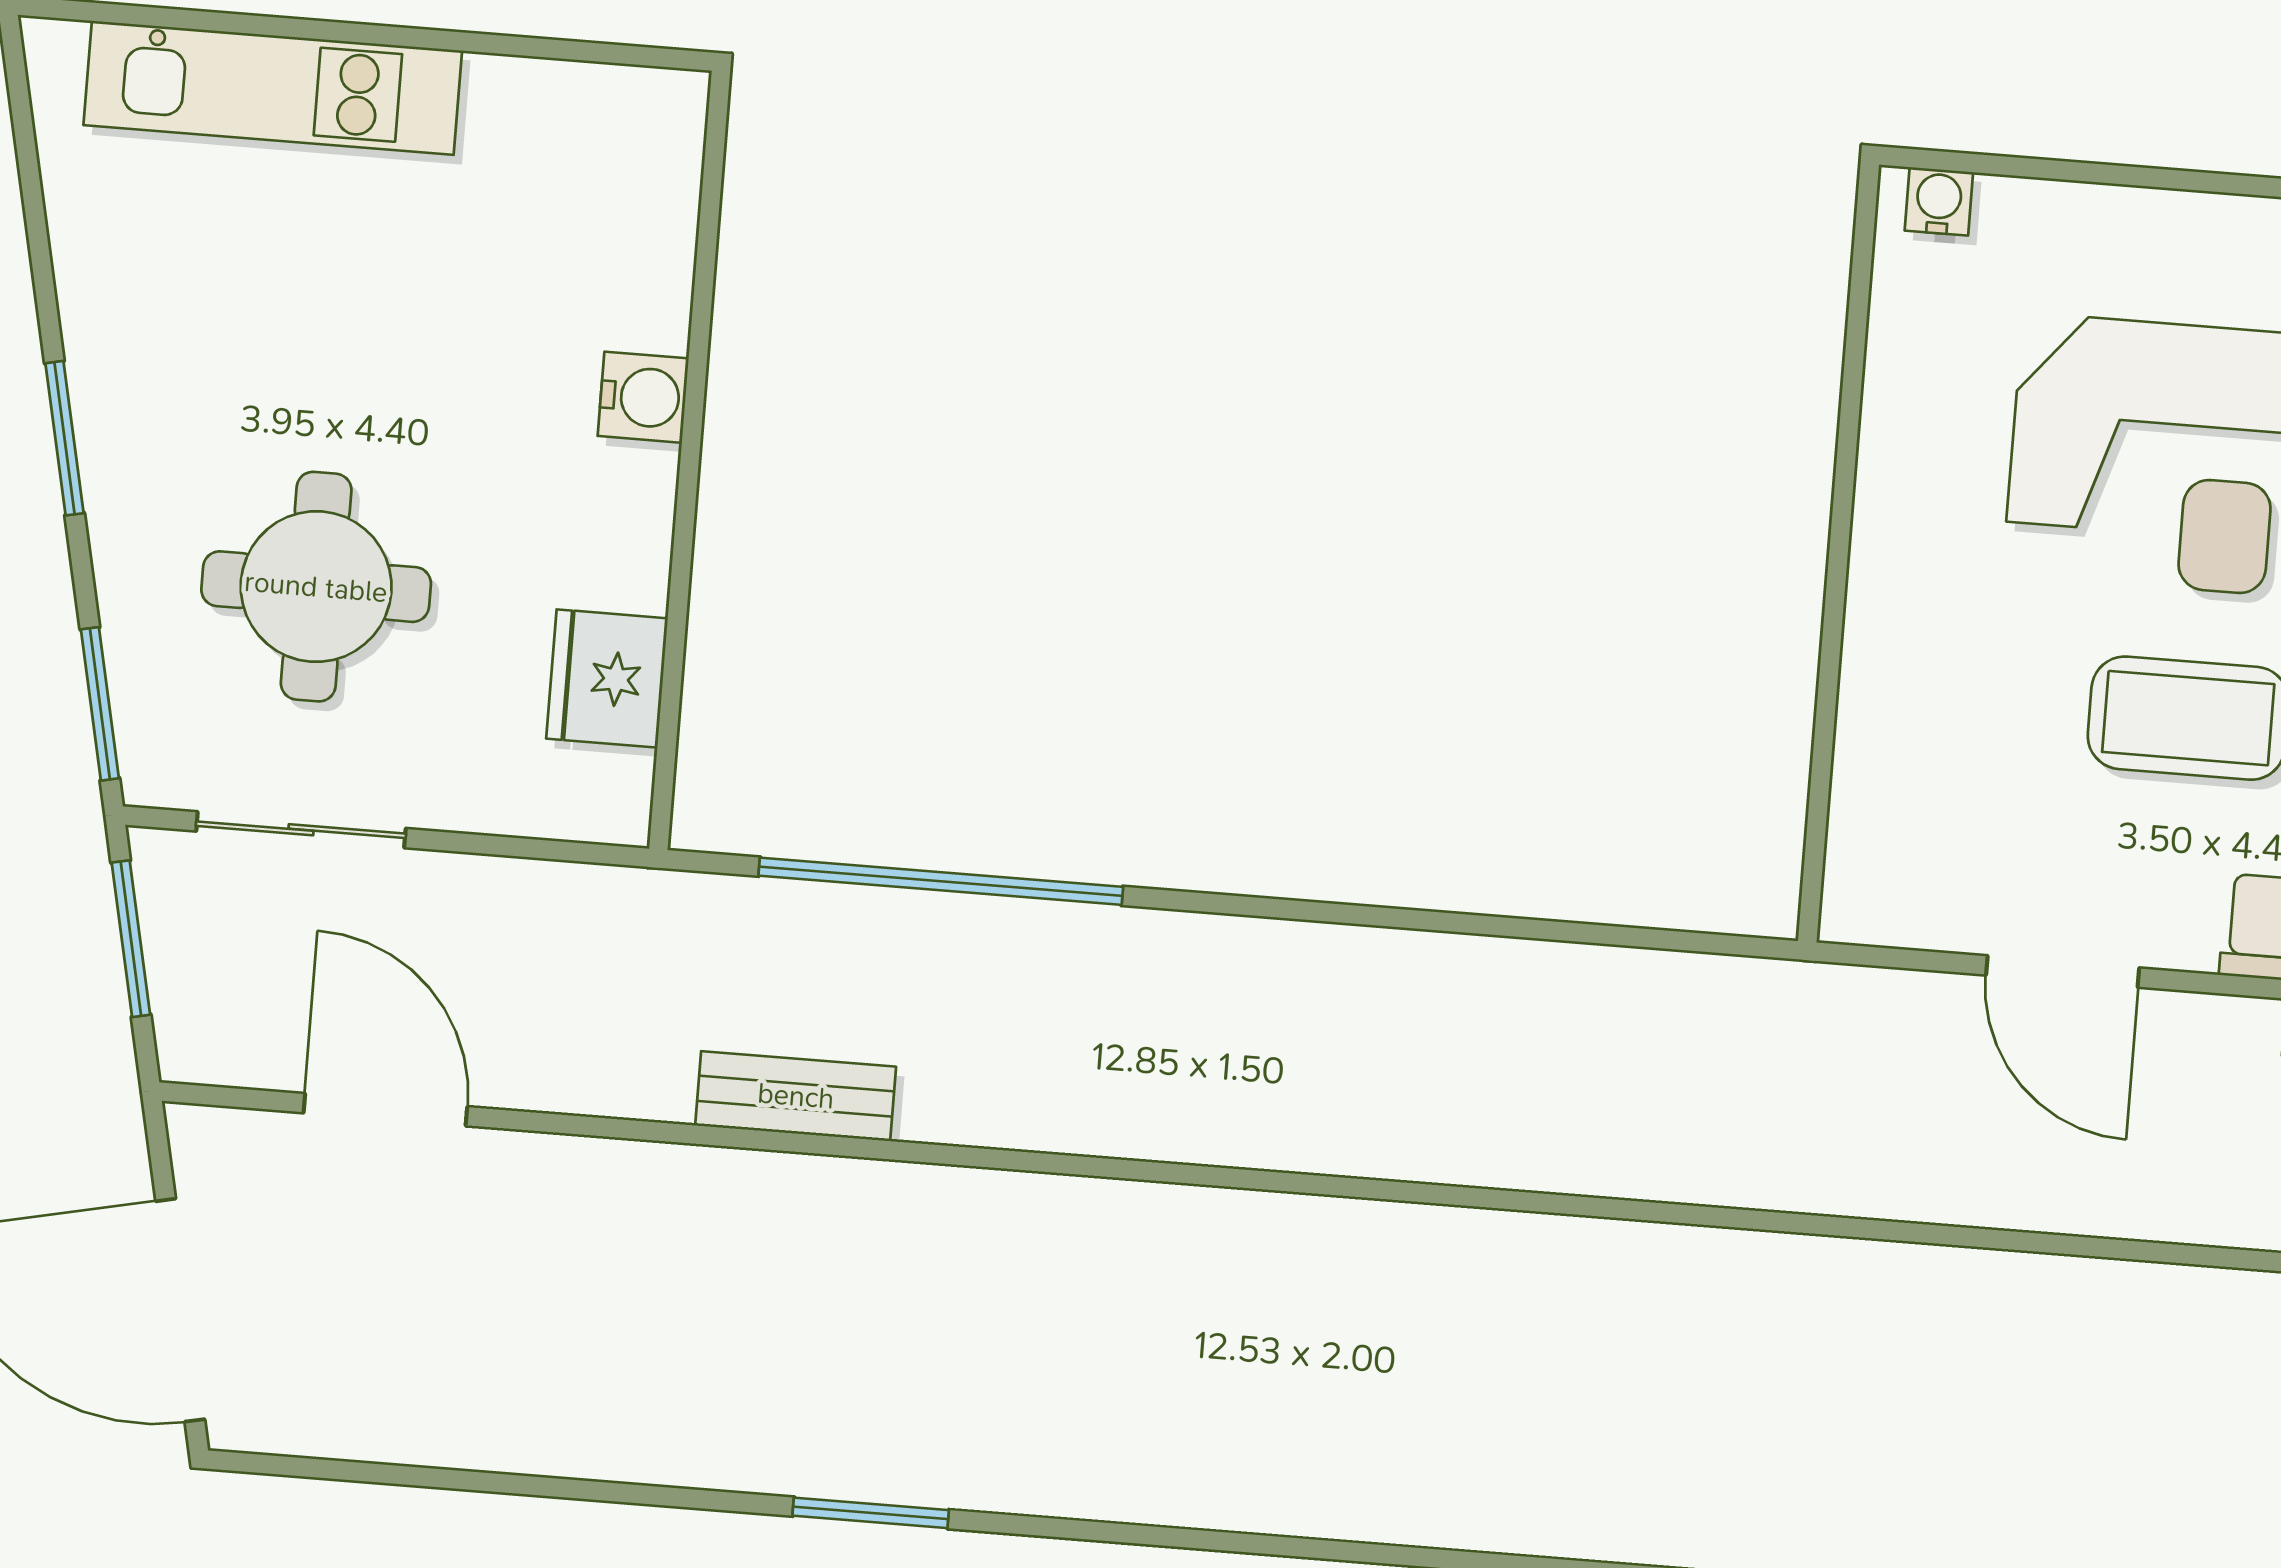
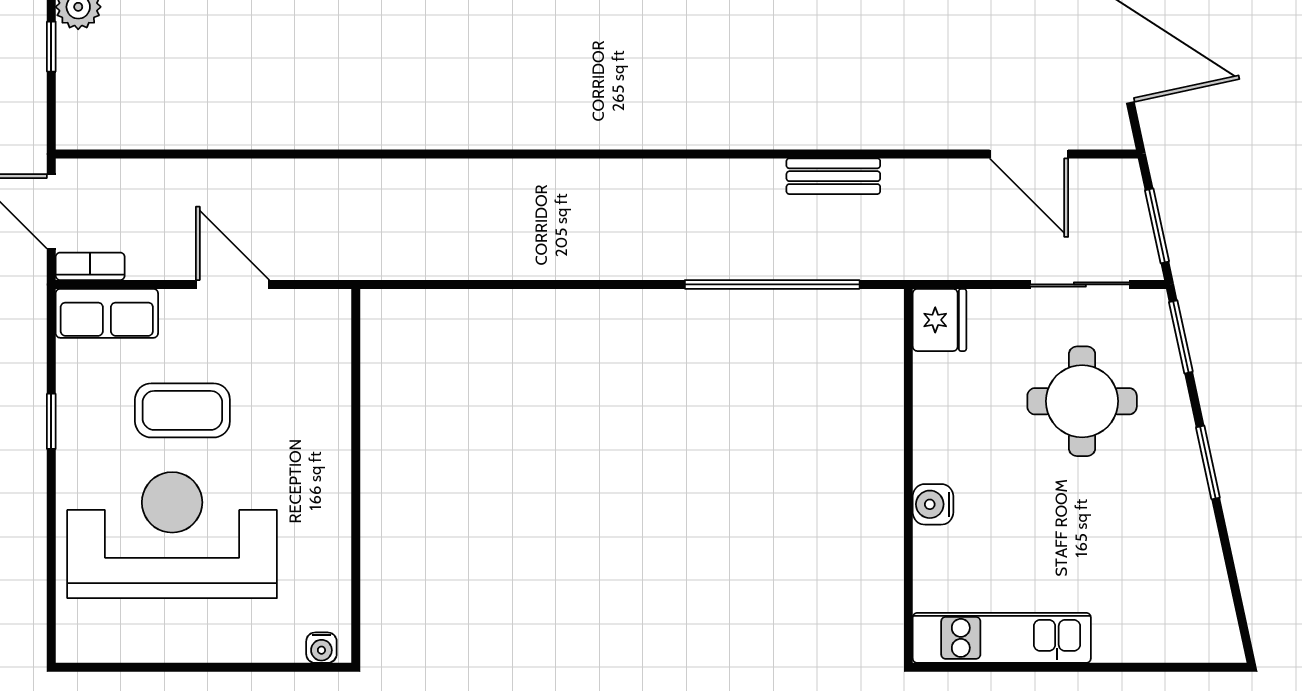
kitchen unit: (273, 88) -> (1002, 638), moved
fridge: (607, 678) -> (939, 320), moved

